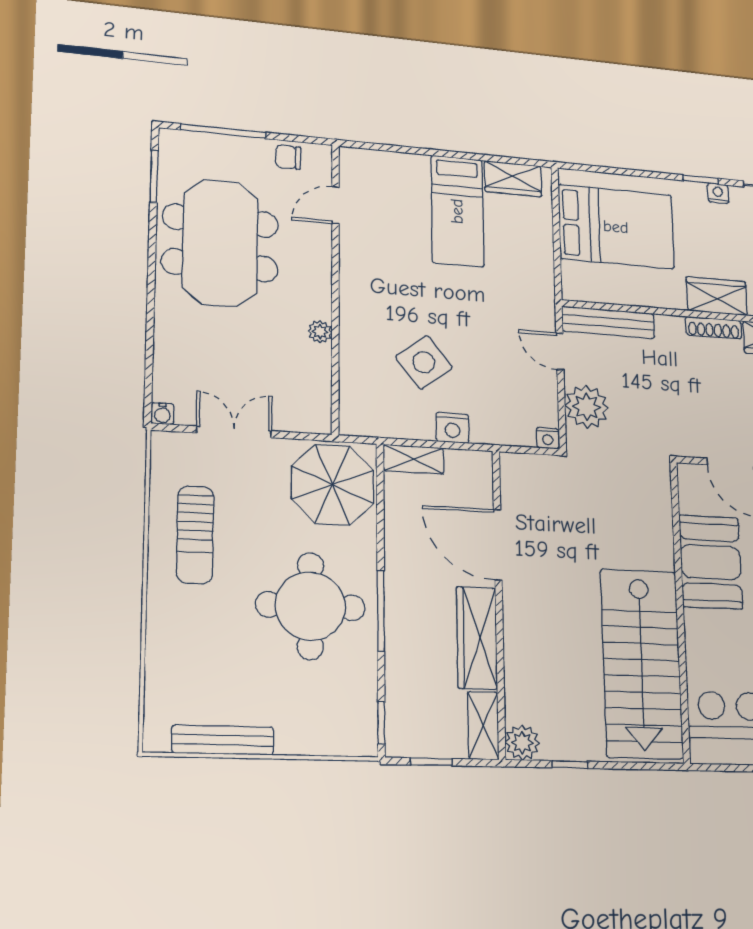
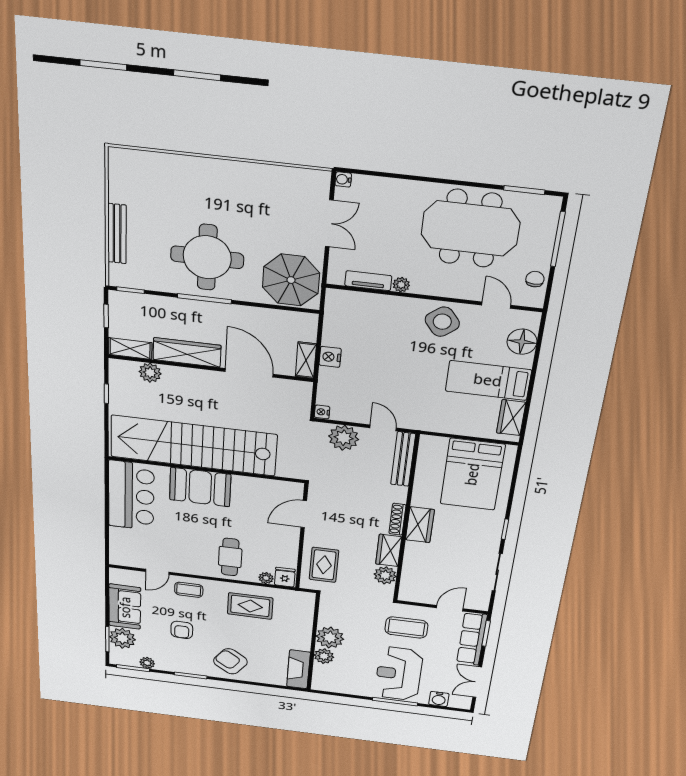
floor lamp: (388, 170) -> (522, 342), added
nightstand: (718, 193) -> (494, 538), removed
door: (560, 351) -> (383, 428), hinge flipped
side table: (424, 362) -> (442, 322), moved
tv unit: (319, 377) -> (368, 281), added
shelving: (414, 459) -> (306, 360), moved
sun lounger: (195, 535) -> (256, 192), removed
door: (498, 545) -> (249, 373), hinge flipped
booth: (711, 562) -> (200, 487), moved
stairs: (642, 663) -> (193, 446), width x1.36
bench: (223, 740) -> (117, 234), moved
plant: (522, 743) -> (150, 373), moved

